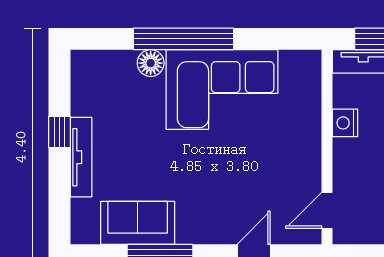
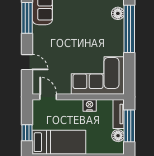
corner sofa: (222, 90) -> (98, 75), moved, turned 90

